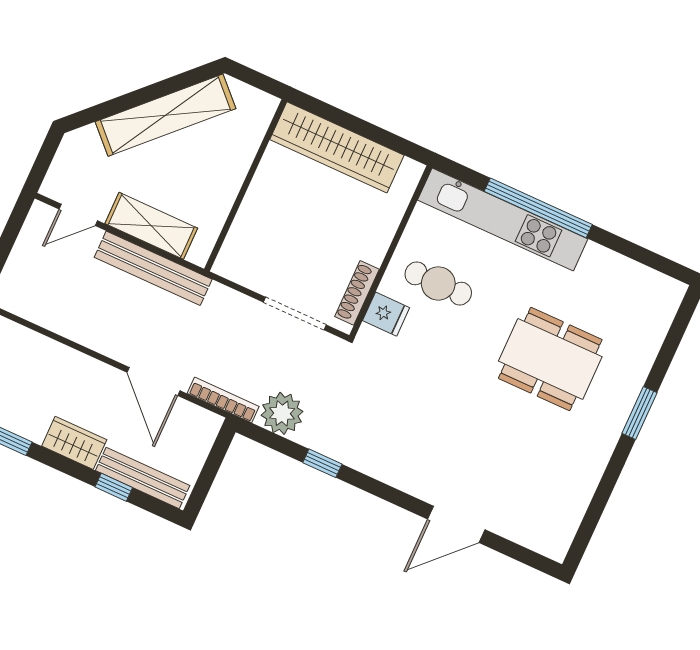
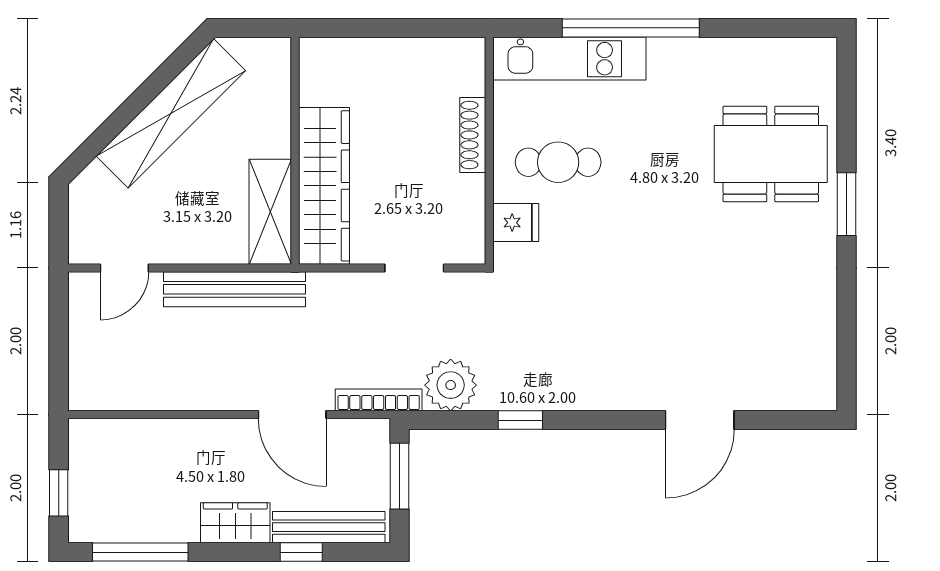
wardrobe: (337, 147) -> (324, 186), moved, turned -90
kitchen unit: (503, 219) -> (569, 59), width x0.73
shelving: (151, 226) -> (270, 212), moved, turned 90
shoe rack: (357, 293) -> (473, 135), moved
doorway: (295, 314) -> (414, 268), width x0.73
dining table: (550, 359) -> (771, 154), moved
window: (213, 464) -> (399, 476), added

